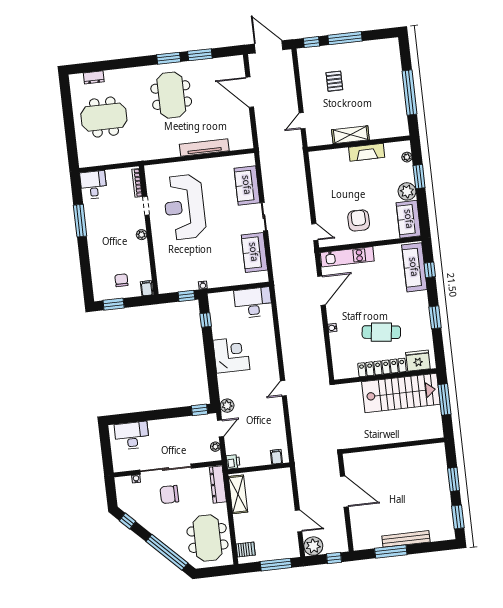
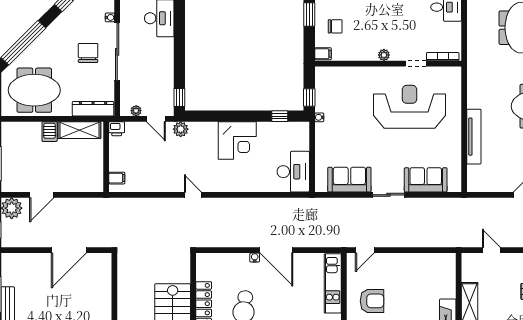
door: (321, 291) -> (276, 250), moved
server rack: (246, 550) -> (50, 132), moved

